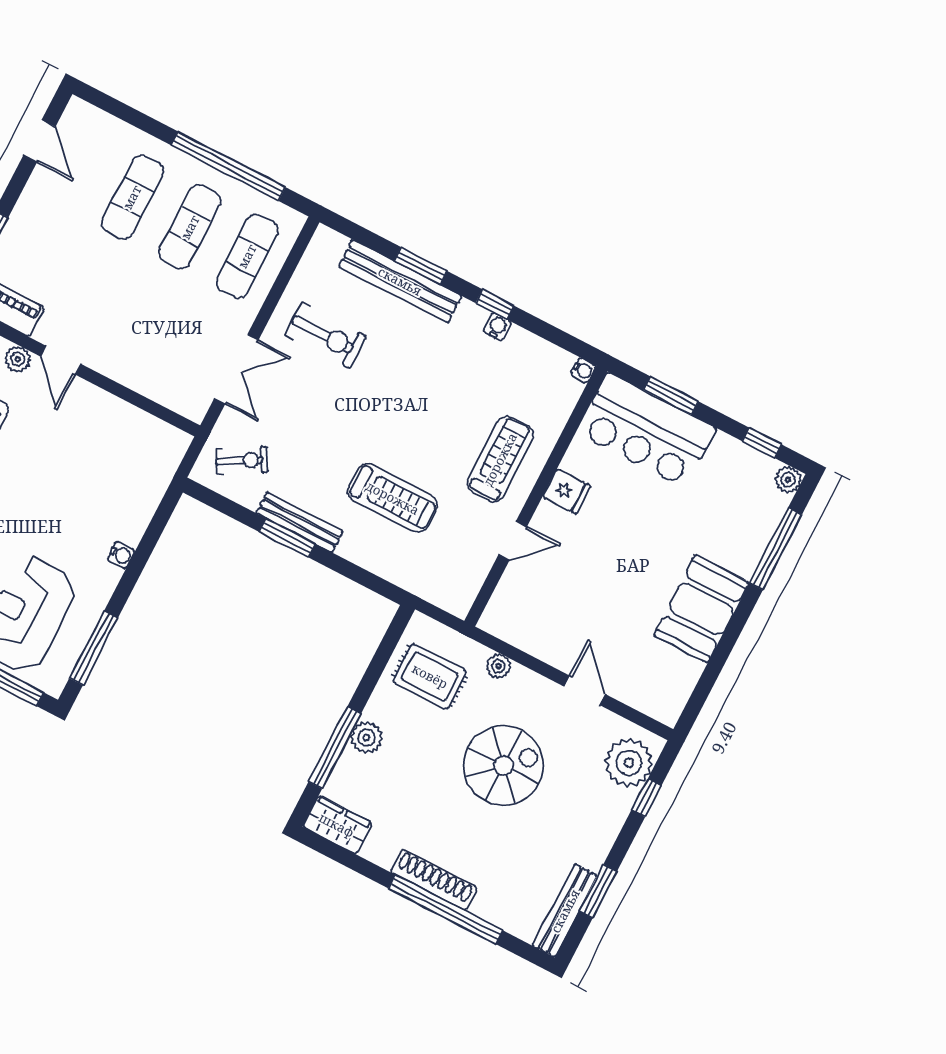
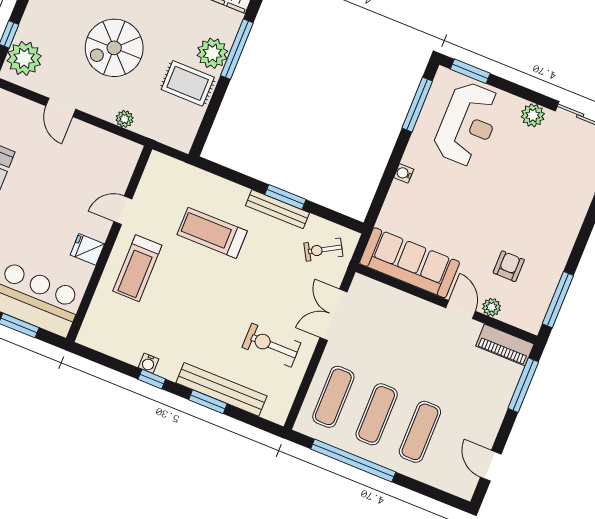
water cooler: (583, 370) -> (84, 338), removed
sofa: (125, 431) -> (410, 263), added
rug: (430, 676) -> (188, 83), moved
plant: (367, 737) -> (212, 53), width x1.36, depth x1.36

